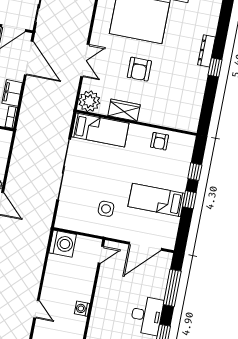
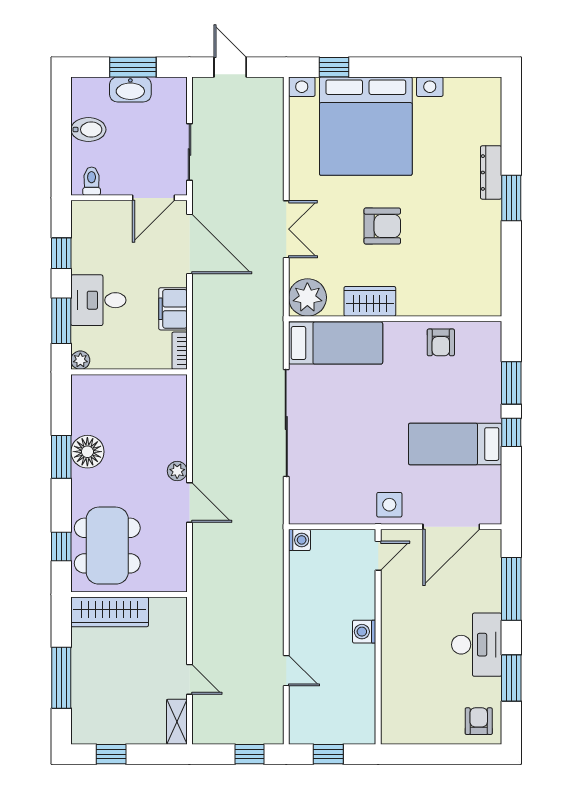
window: (215, 67) -> (511, 198), width x1.50
armchair: (139, 69) -> (382, 226), turned -90
window: (195, 172) -> (511, 383), width x1.50
side table: (106, 209) -> (389, 505), moved
washing machine: (63, 244) -> (299, 540), width x0.53, depth x0.53
washing machine: (82, 309) -> (364, 632), moved

